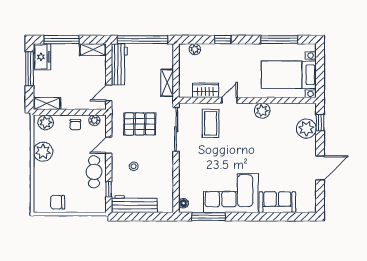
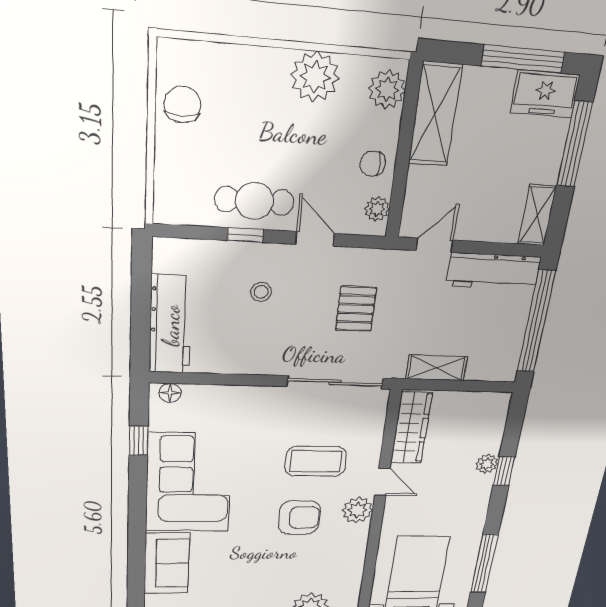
plant: (195, 49) -> (487, 464), moved
wardrobe: (206, 90) -> (411, 428), width x1.50
door: (109, 93) -> (434, 245), hinge flipped
shelving: (47, 104) -> (435, 115), width x1.50, depth x1.33
plant: (262, 111) -> (358, 510), moved
coffee table: (211, 123) -> (316, 461), moved
pallet: (140, 124) -> (356, 309), width x0.67, depth x0.71
armchair: (250, 139) -> (299, 518), added
window: (109, 189) -> (245, 235), moved
workbench: (134, 204) -> (171, 325), moved
window: (208, 217) -> (139, 441), width x0.46

